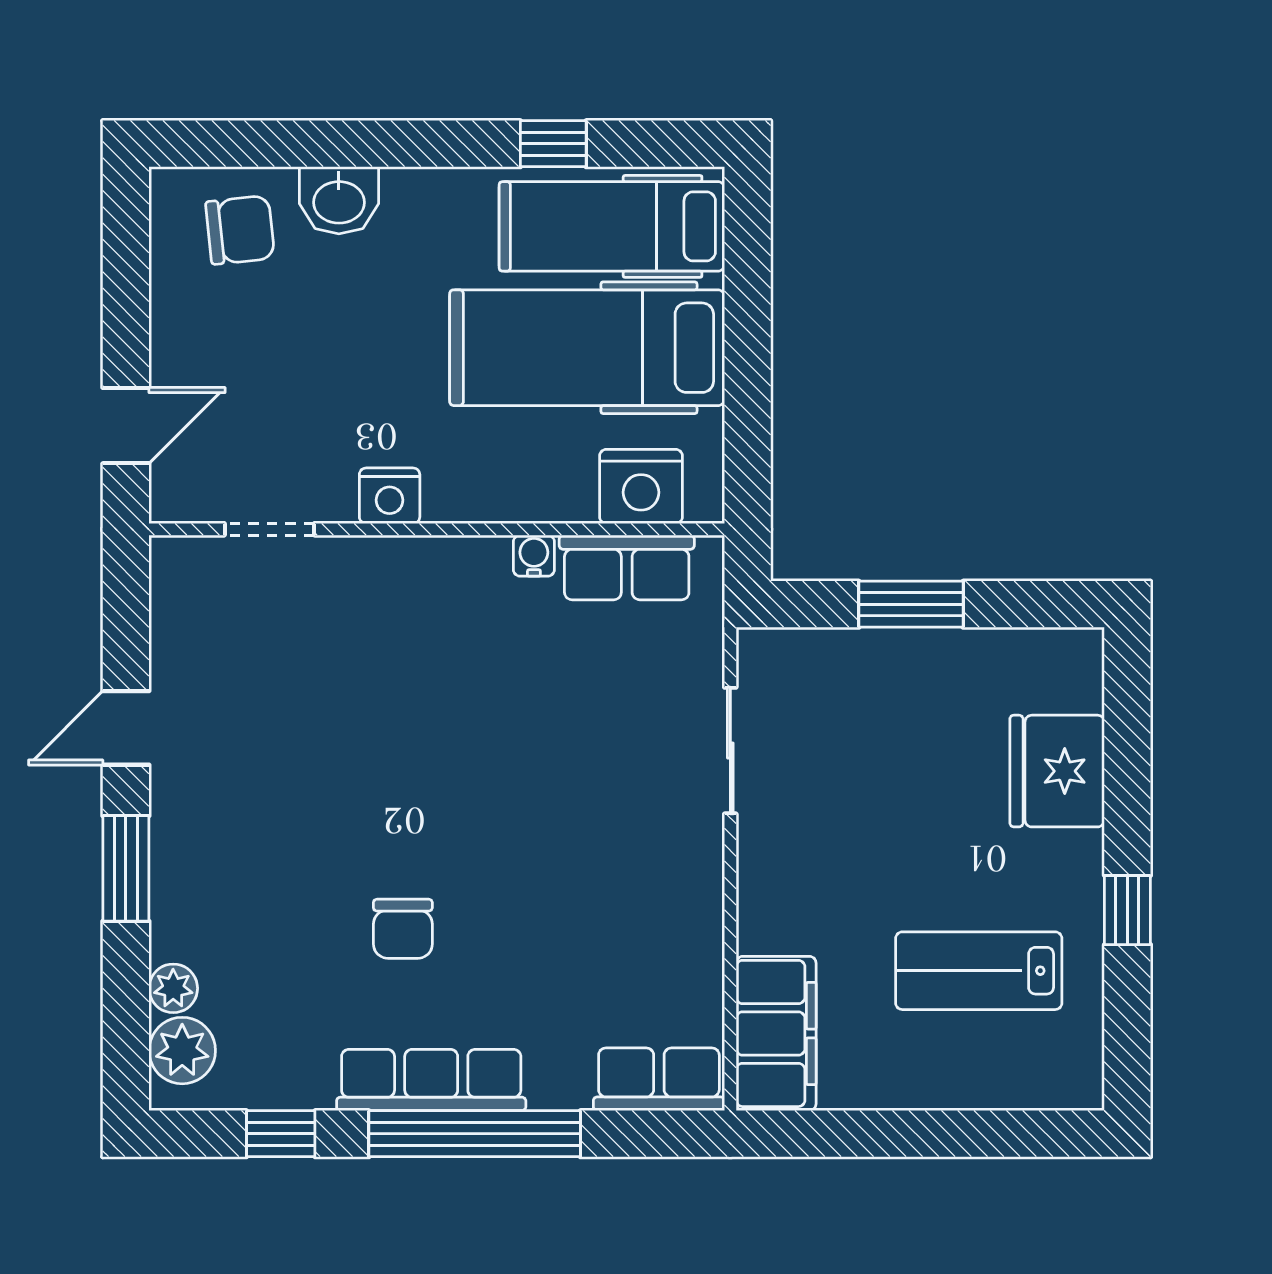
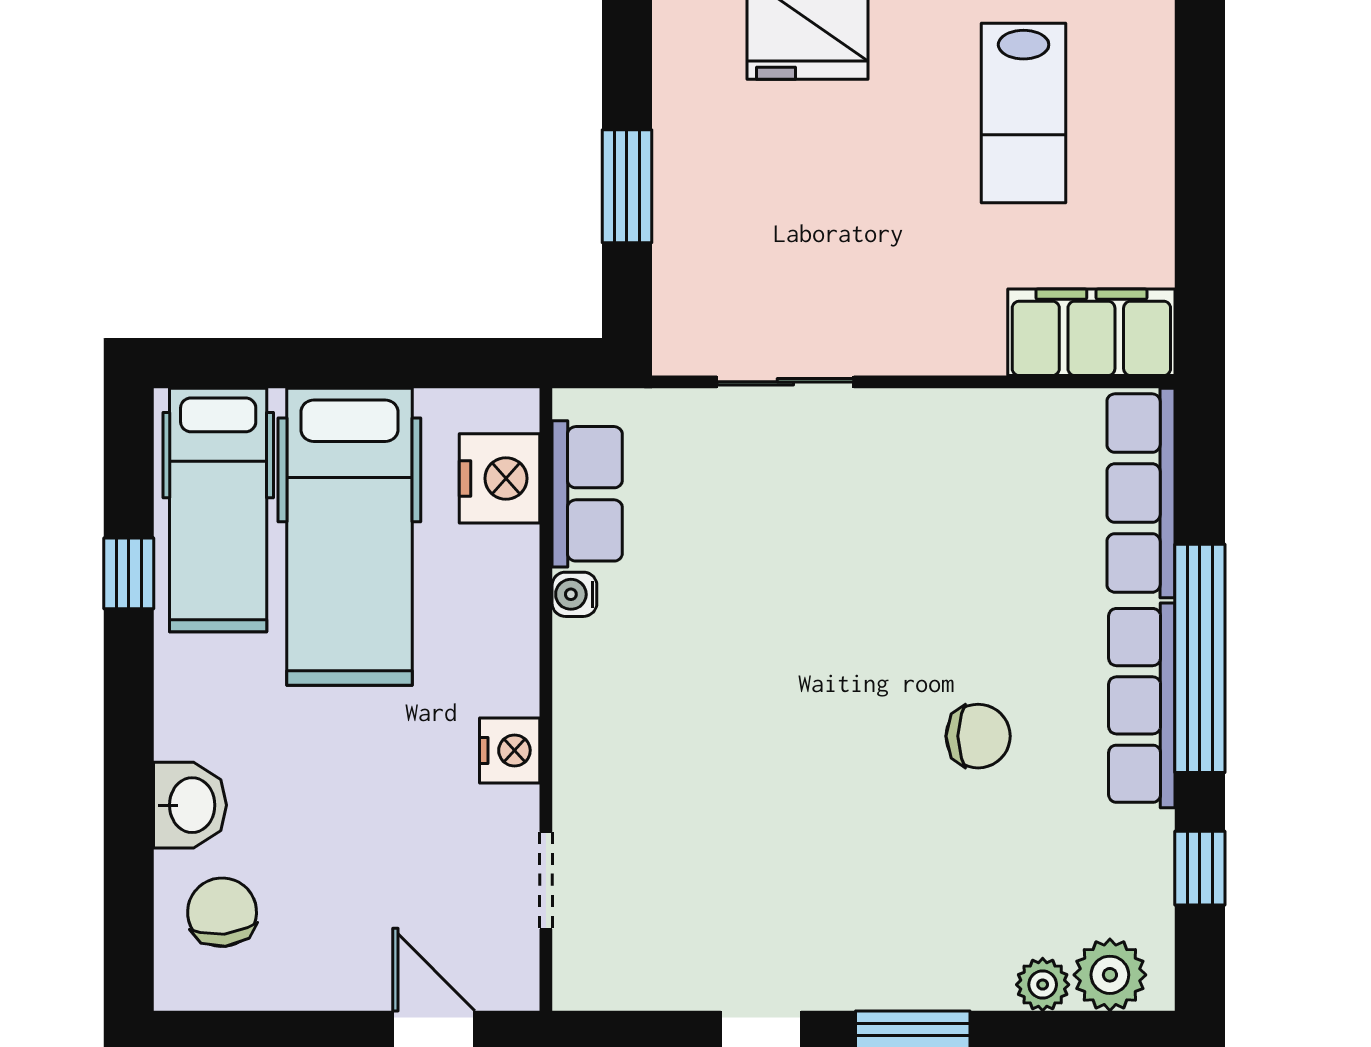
row of seats: (659, 1079) -> (1141, 493), width x1.48

